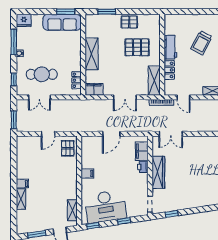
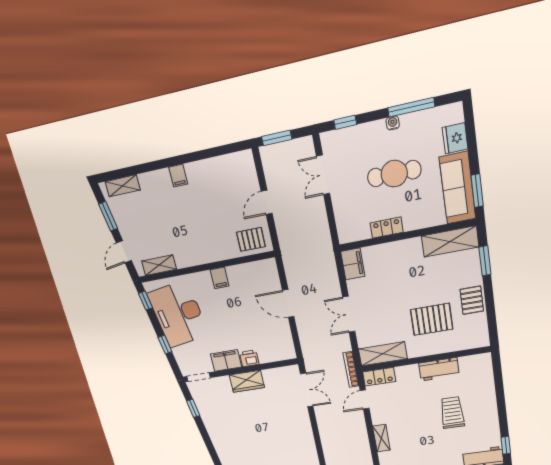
fridge: (24, 20) -> (455, 138), moved
trolley: (201, 43) -> (452, 413), turned 62
pallet: (137, 47) -> (432, 319), turned 90
shelving: (92, 54) -> (450, 241), moved
locker: (169, 70) -> (379, 377), moved
cafe table: (42, 74) -> (394, 174), moved, turned 90
locker: (76, 80) -> (387, 228), moved
door: (48, 134) -> (267, 202), hinge flipped
double door: (171, 134) -> (307, 390), swing flipped
filing cabinet: (142, 151) -> (226, 360), moved
wardrobe: (158, 172) -> (247, 381), width x0.67
shelving: (21, 199) -> (123, 186), moved

